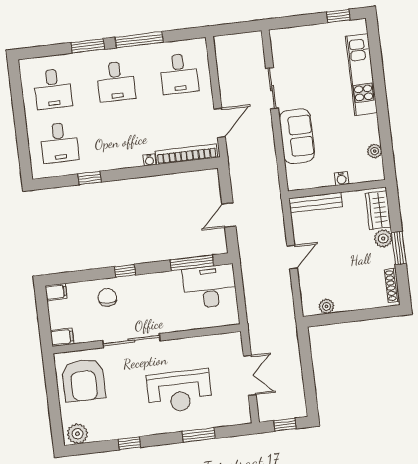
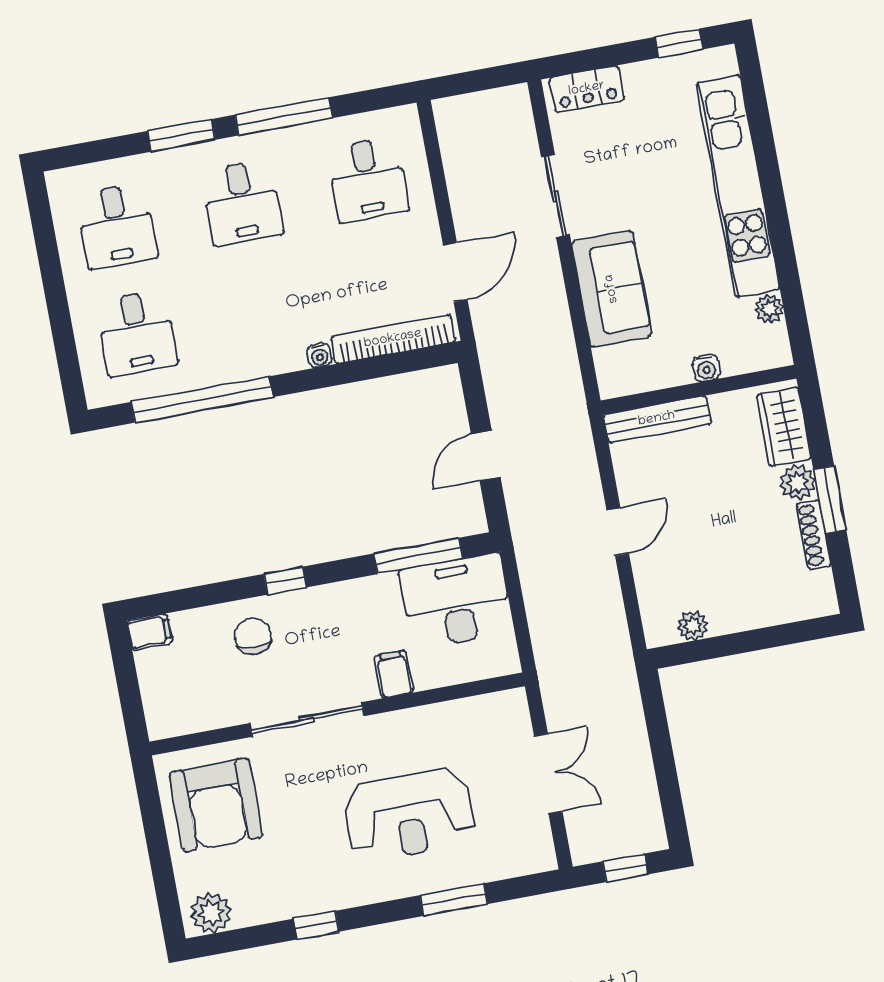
locker: (291, 36) -> (587, 89), added
kitchen unit: (361, 75) -> (738, 186), width x1.36
window: (90, 178) -> (202, 399), width x3.17
shoe rack: (392, 285) -> (814, 535), moved
filing cabinet: (62, 337) -> (394, 674), moved, turned -90

